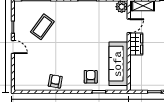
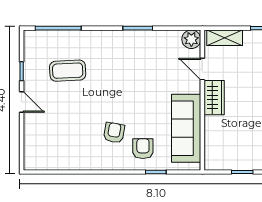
door: (129, 26) -> (202, 69), swing flipped
coffee table: (42, 27) -> (68, 71), turned 51
armchair: (55, 81) -> (114, 133), moved

